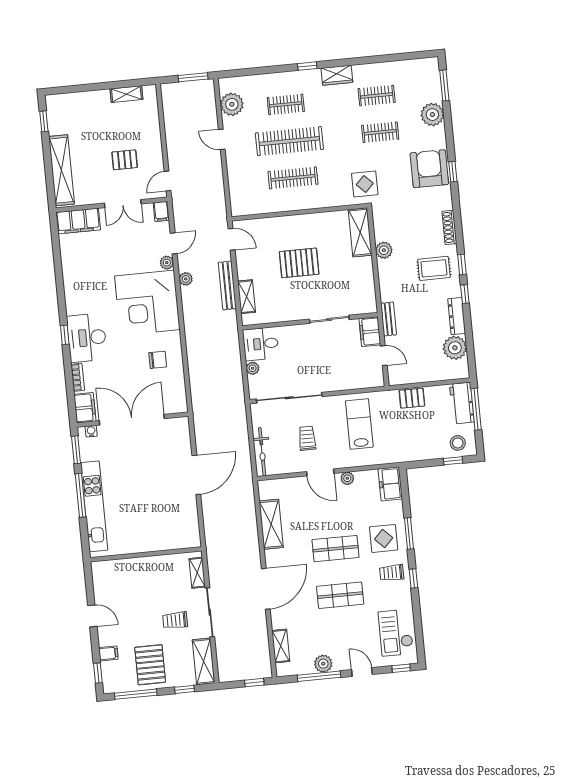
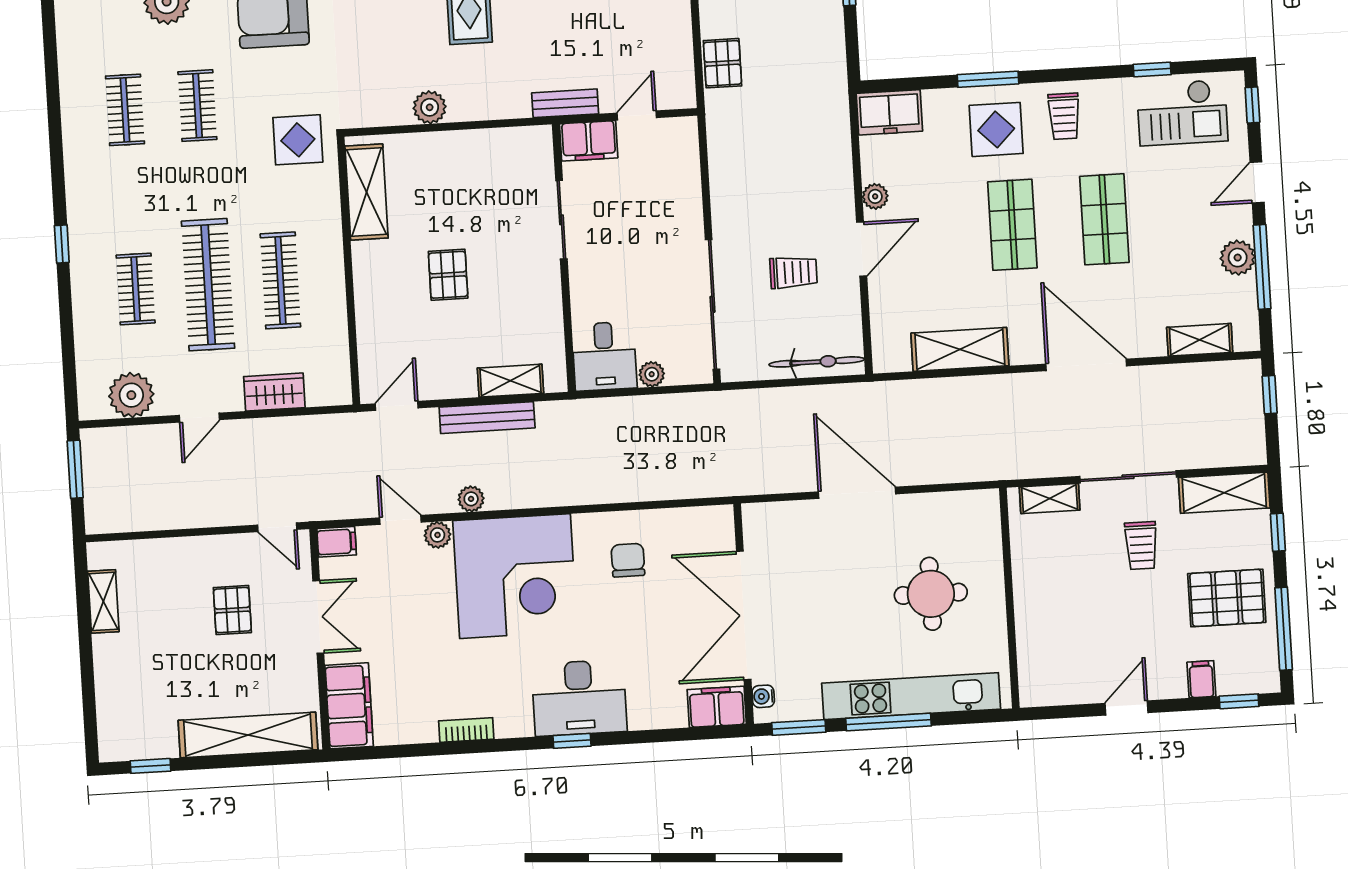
wardrobe: (337, 75) -> (274, 392), moved, turned -90
shelving: (360, 232) -> (367, 192), moved, turned 90
pallet: (299, 263) -> (448, 275), width x0.67, depth x0.71
bookcase: (78, 377) -> (466, 730), moved
lab bench: (359, 424) -> (769, 169), removed
trolley: (307, 438) -> (794, 272), turned 180
round table: (146, 514) -> (931, 594), added
window: (413, 578) -> (1152, 70), moved

